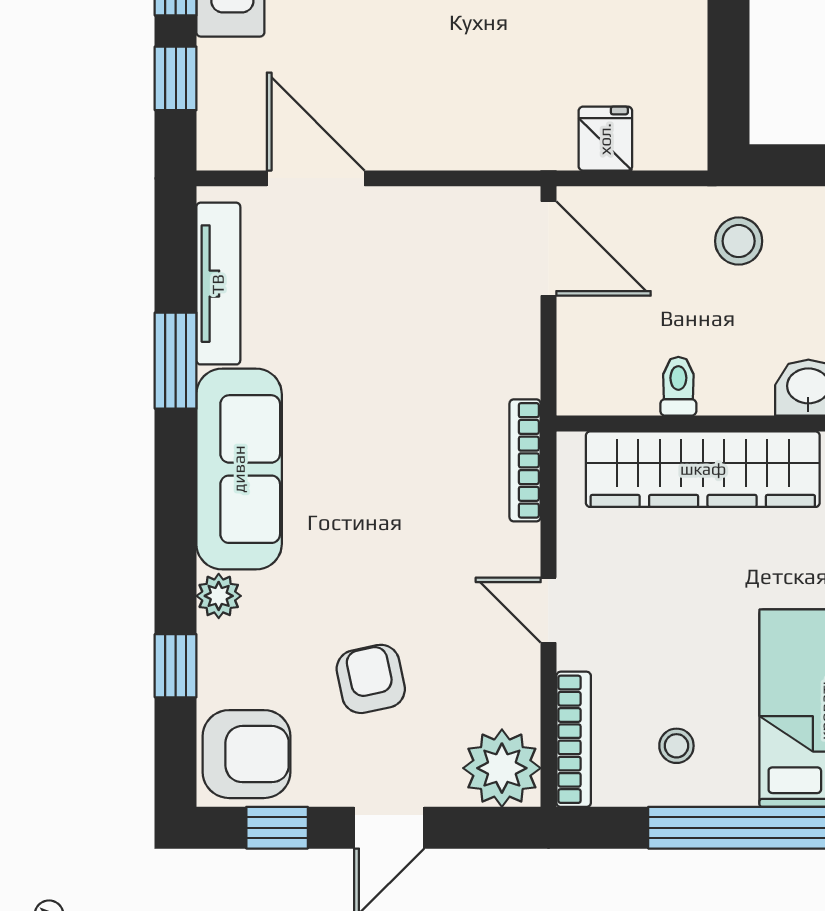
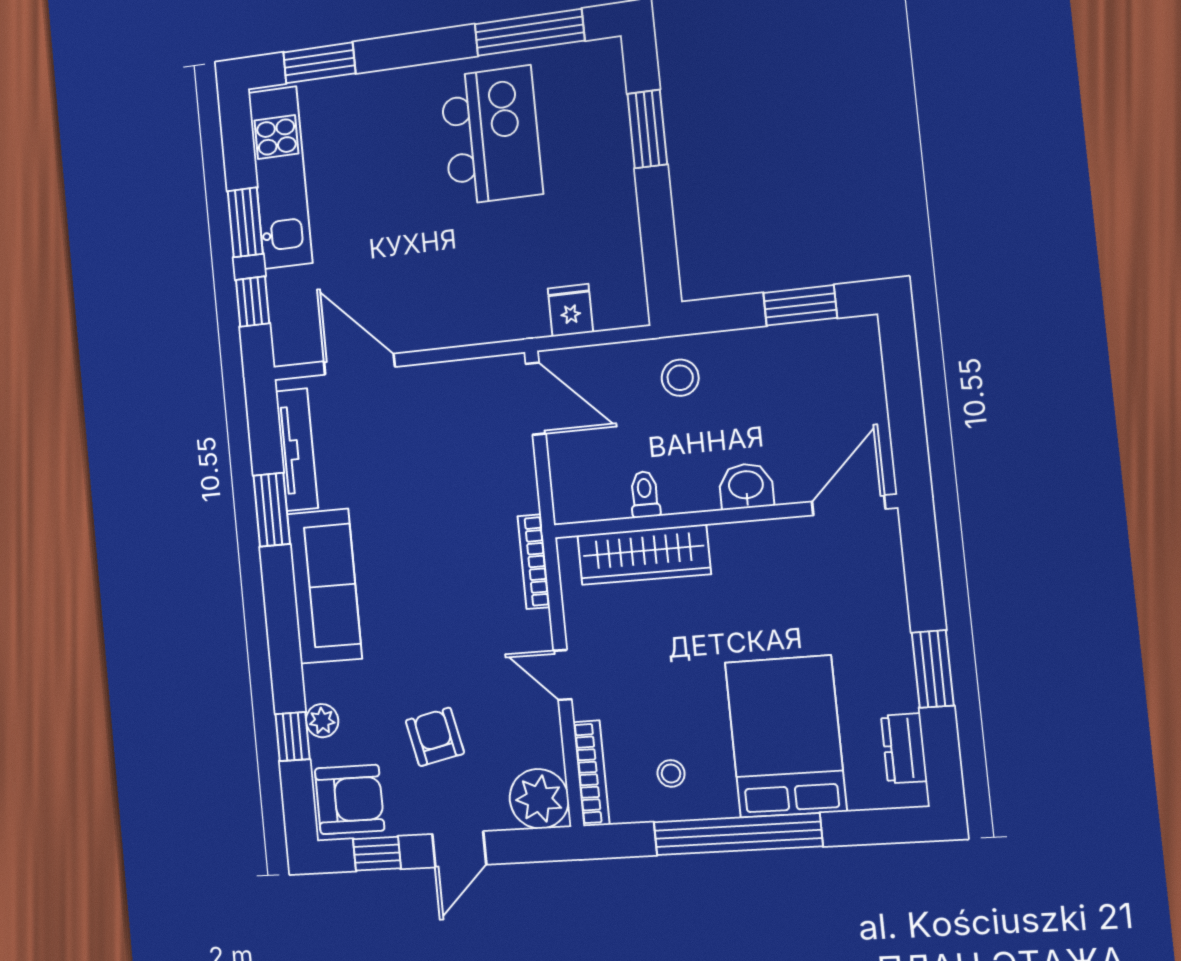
wardrobe: (703, 469) -> (644, 555), width x0.71, depth x0.85
plant: (219, 596) -> (322, 721), moved

